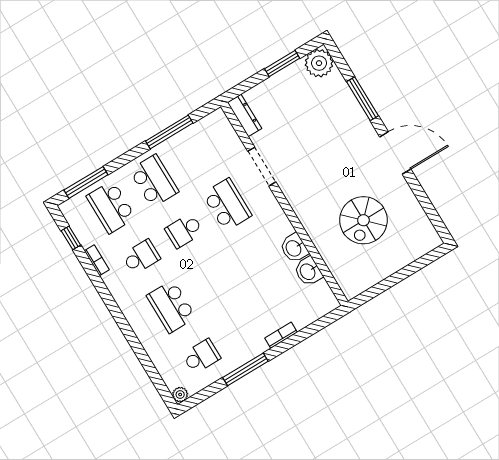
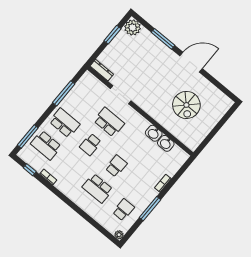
school desk: (141, 257) -> (116, 166), moved

